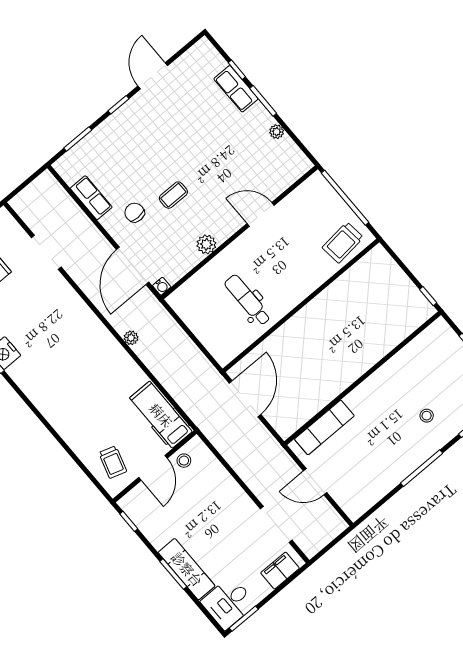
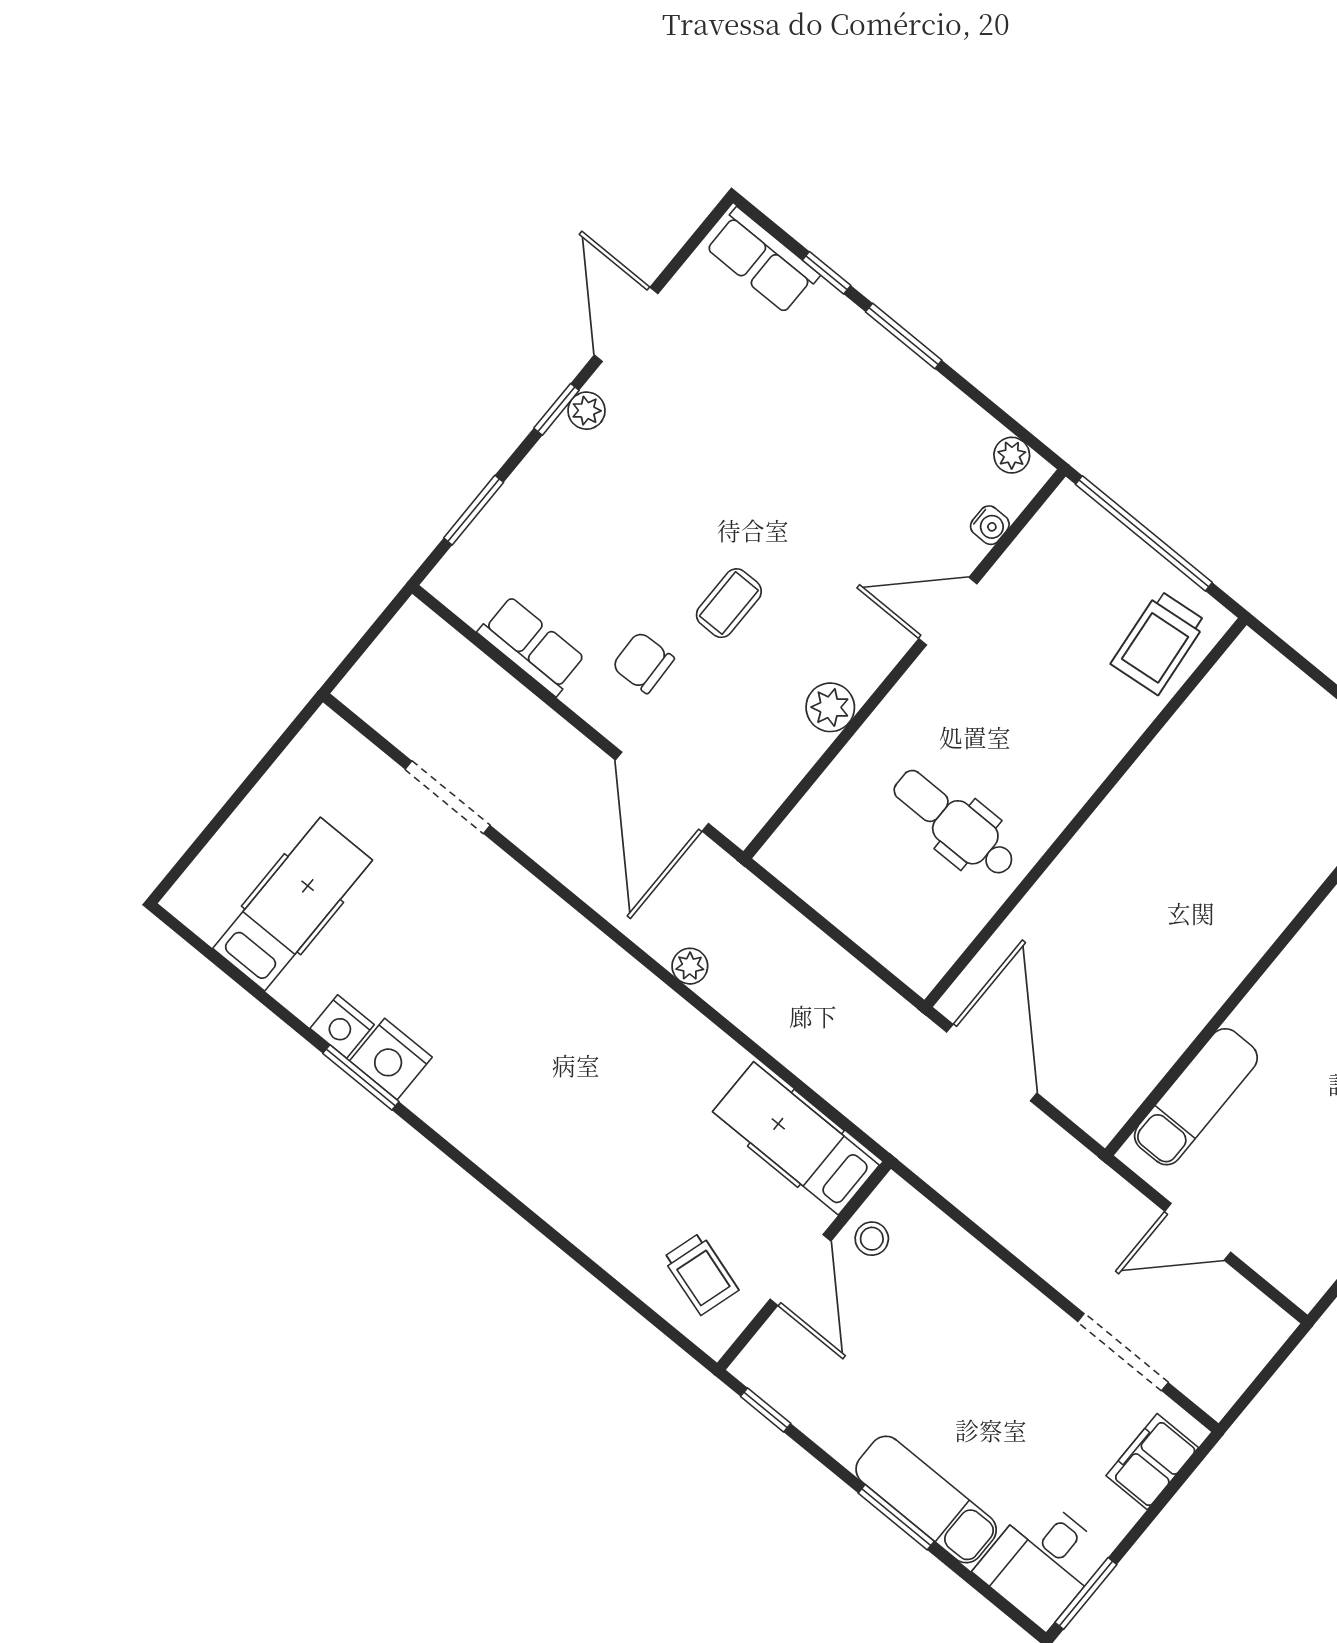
row of seats: (236, 89) -> (762, 261), moved
plant: (130, 107) -> (587, 411), added
plant: (277, 132) -> (1012, 455), moved
water cooler: (162, 286) -> (990, 525), moved

